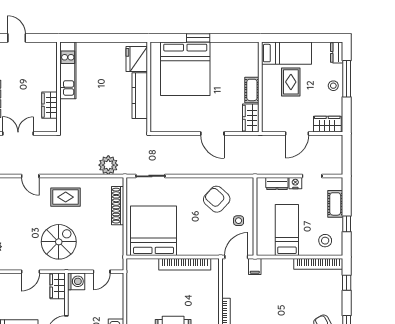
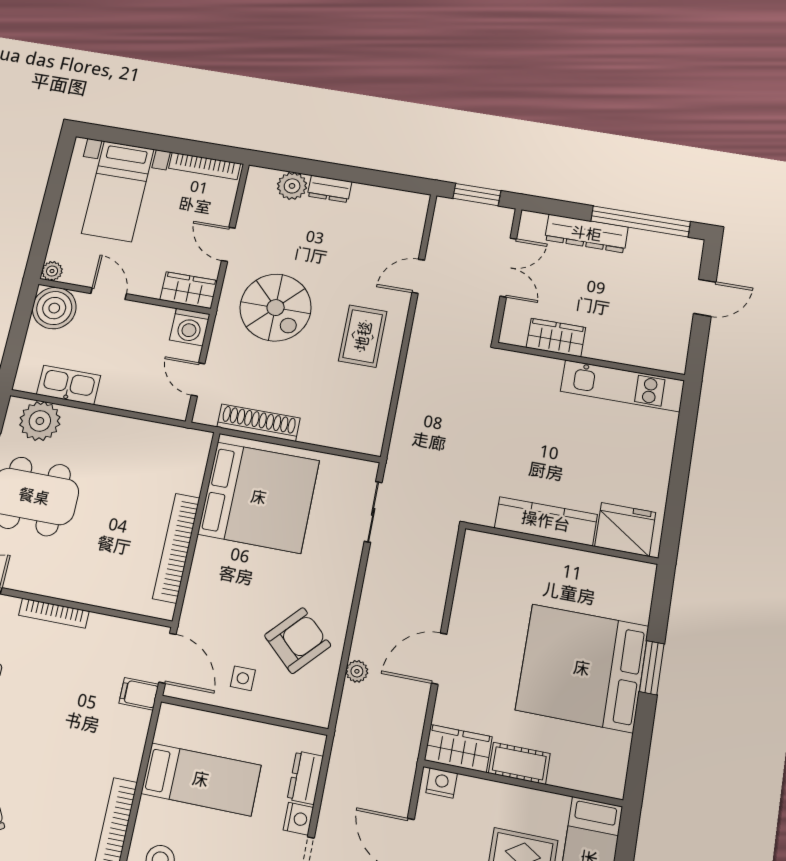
bed: (185, 69) -> (582, 668), moved
nightstand: (267, 123) -> (442, 783), added
plant: (108, 165) -> (357, 671), moved, width x0.53, depth x0.53
shoe rack: (118, 206) -> (258, 423), moved

